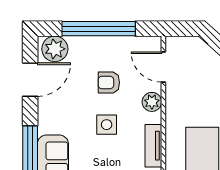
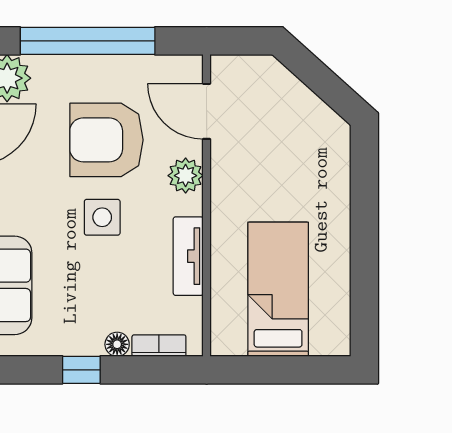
armchair: (109, 83) -> (106, 140), width x1.88, depth x1.88

